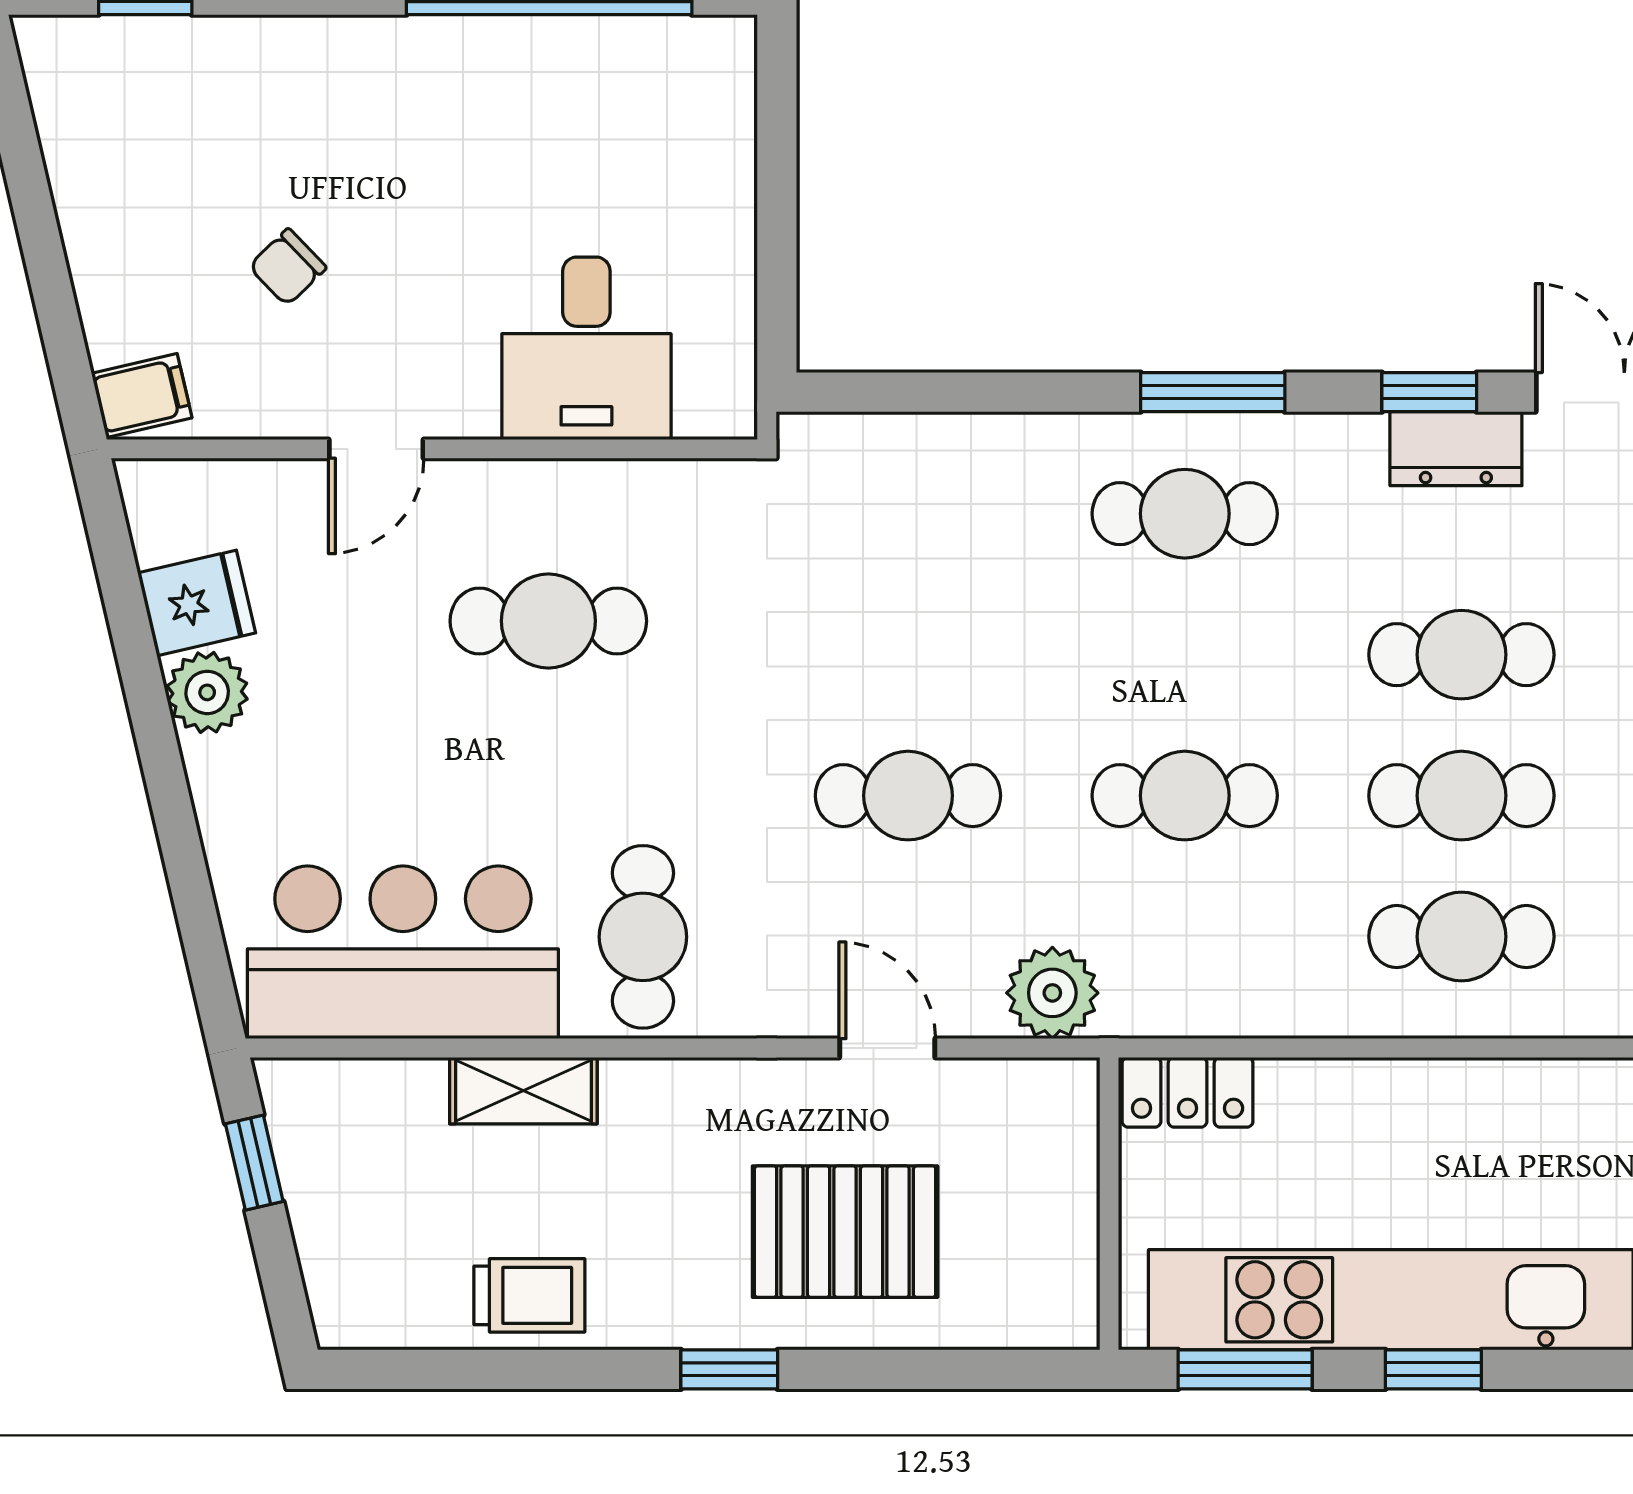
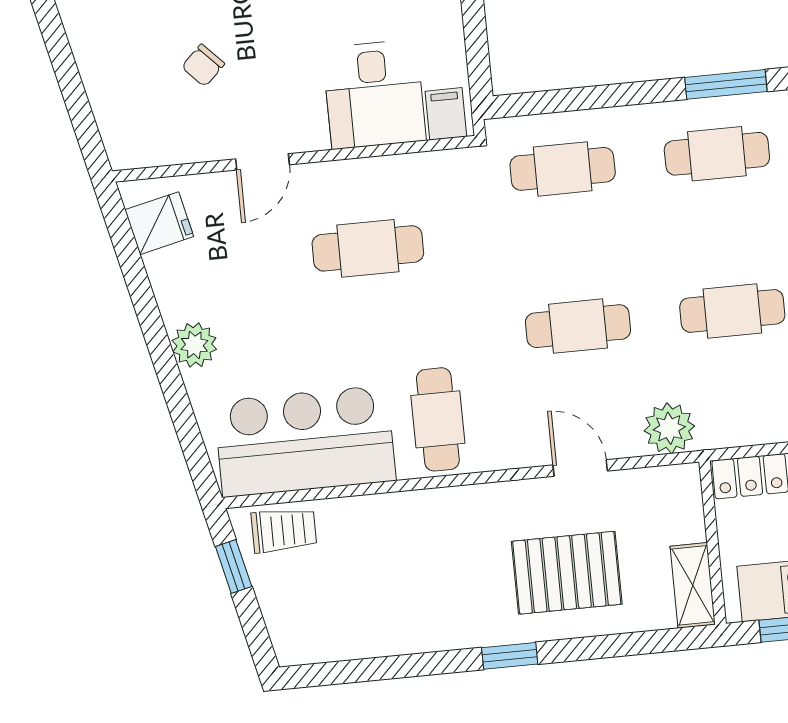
filing cabinet: (142, 396) -> (446, 114), moved, turned -77
cafe table: (908, 514) -> (563, 169), added
fridge: (197, 603) -> (159, 223), moved
plant: (207, 692) -> (194, 345), moved
shelving: (523, 1091) -> (693, 585), moved, turned 90
trolley: (529, 1295) -> (284, 530), moved

